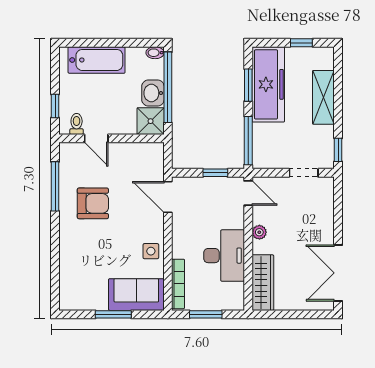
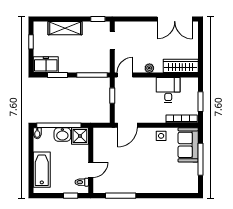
freezer: (268, 84) -> (46, 65), width x0.52, depth x0.79
armchair: (93, 203) -> (131, 172), removed
desk: (224, 256) -> (168, 90), width x0.73
window: (113, 314) -> (201, 159), width x1.44

